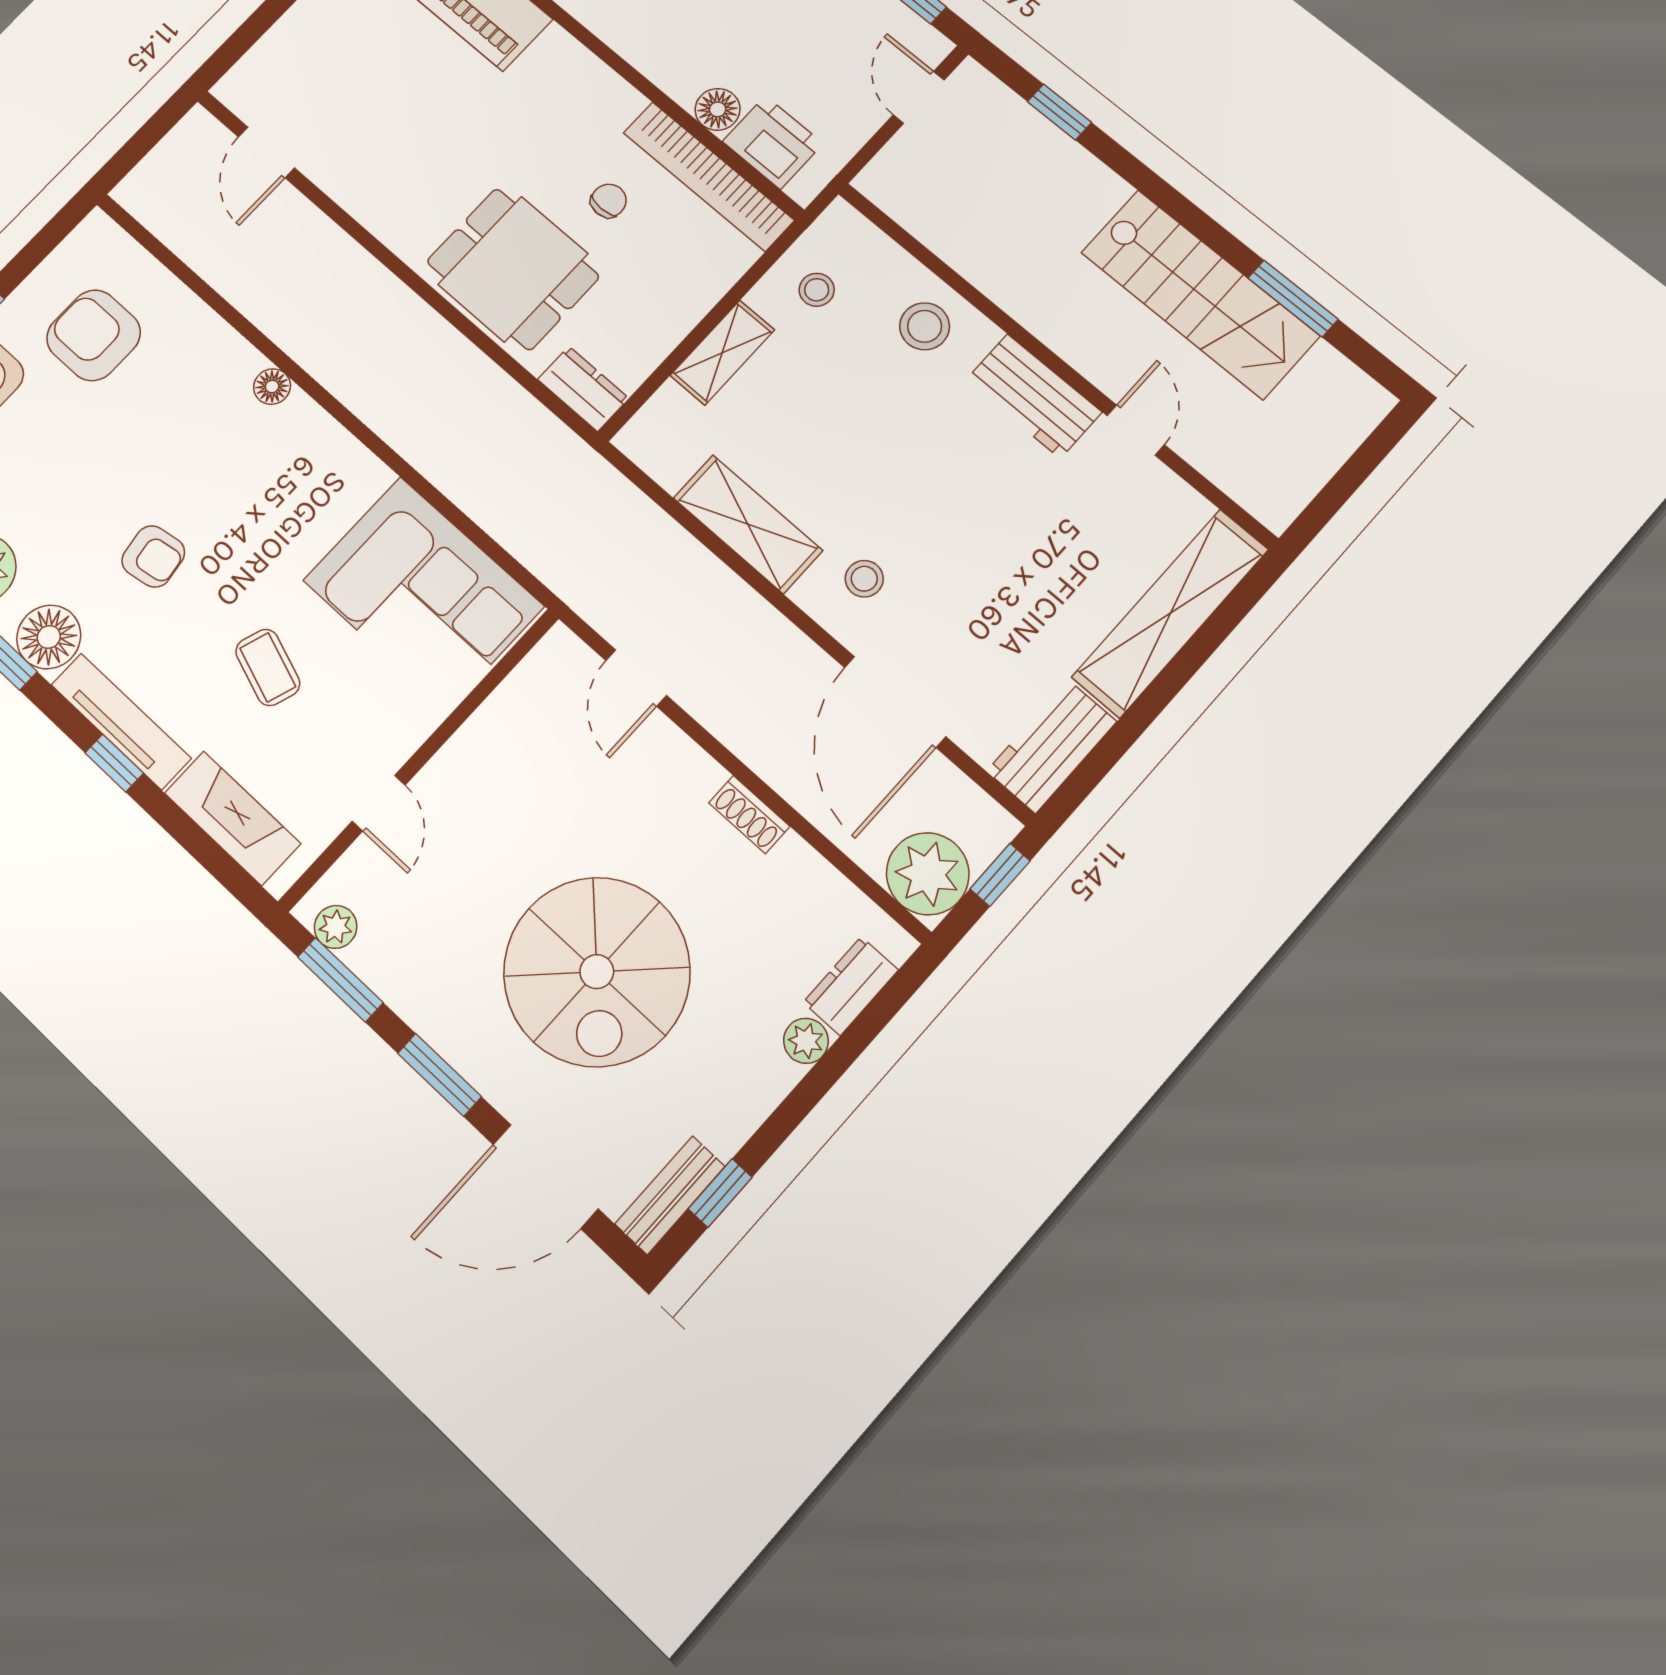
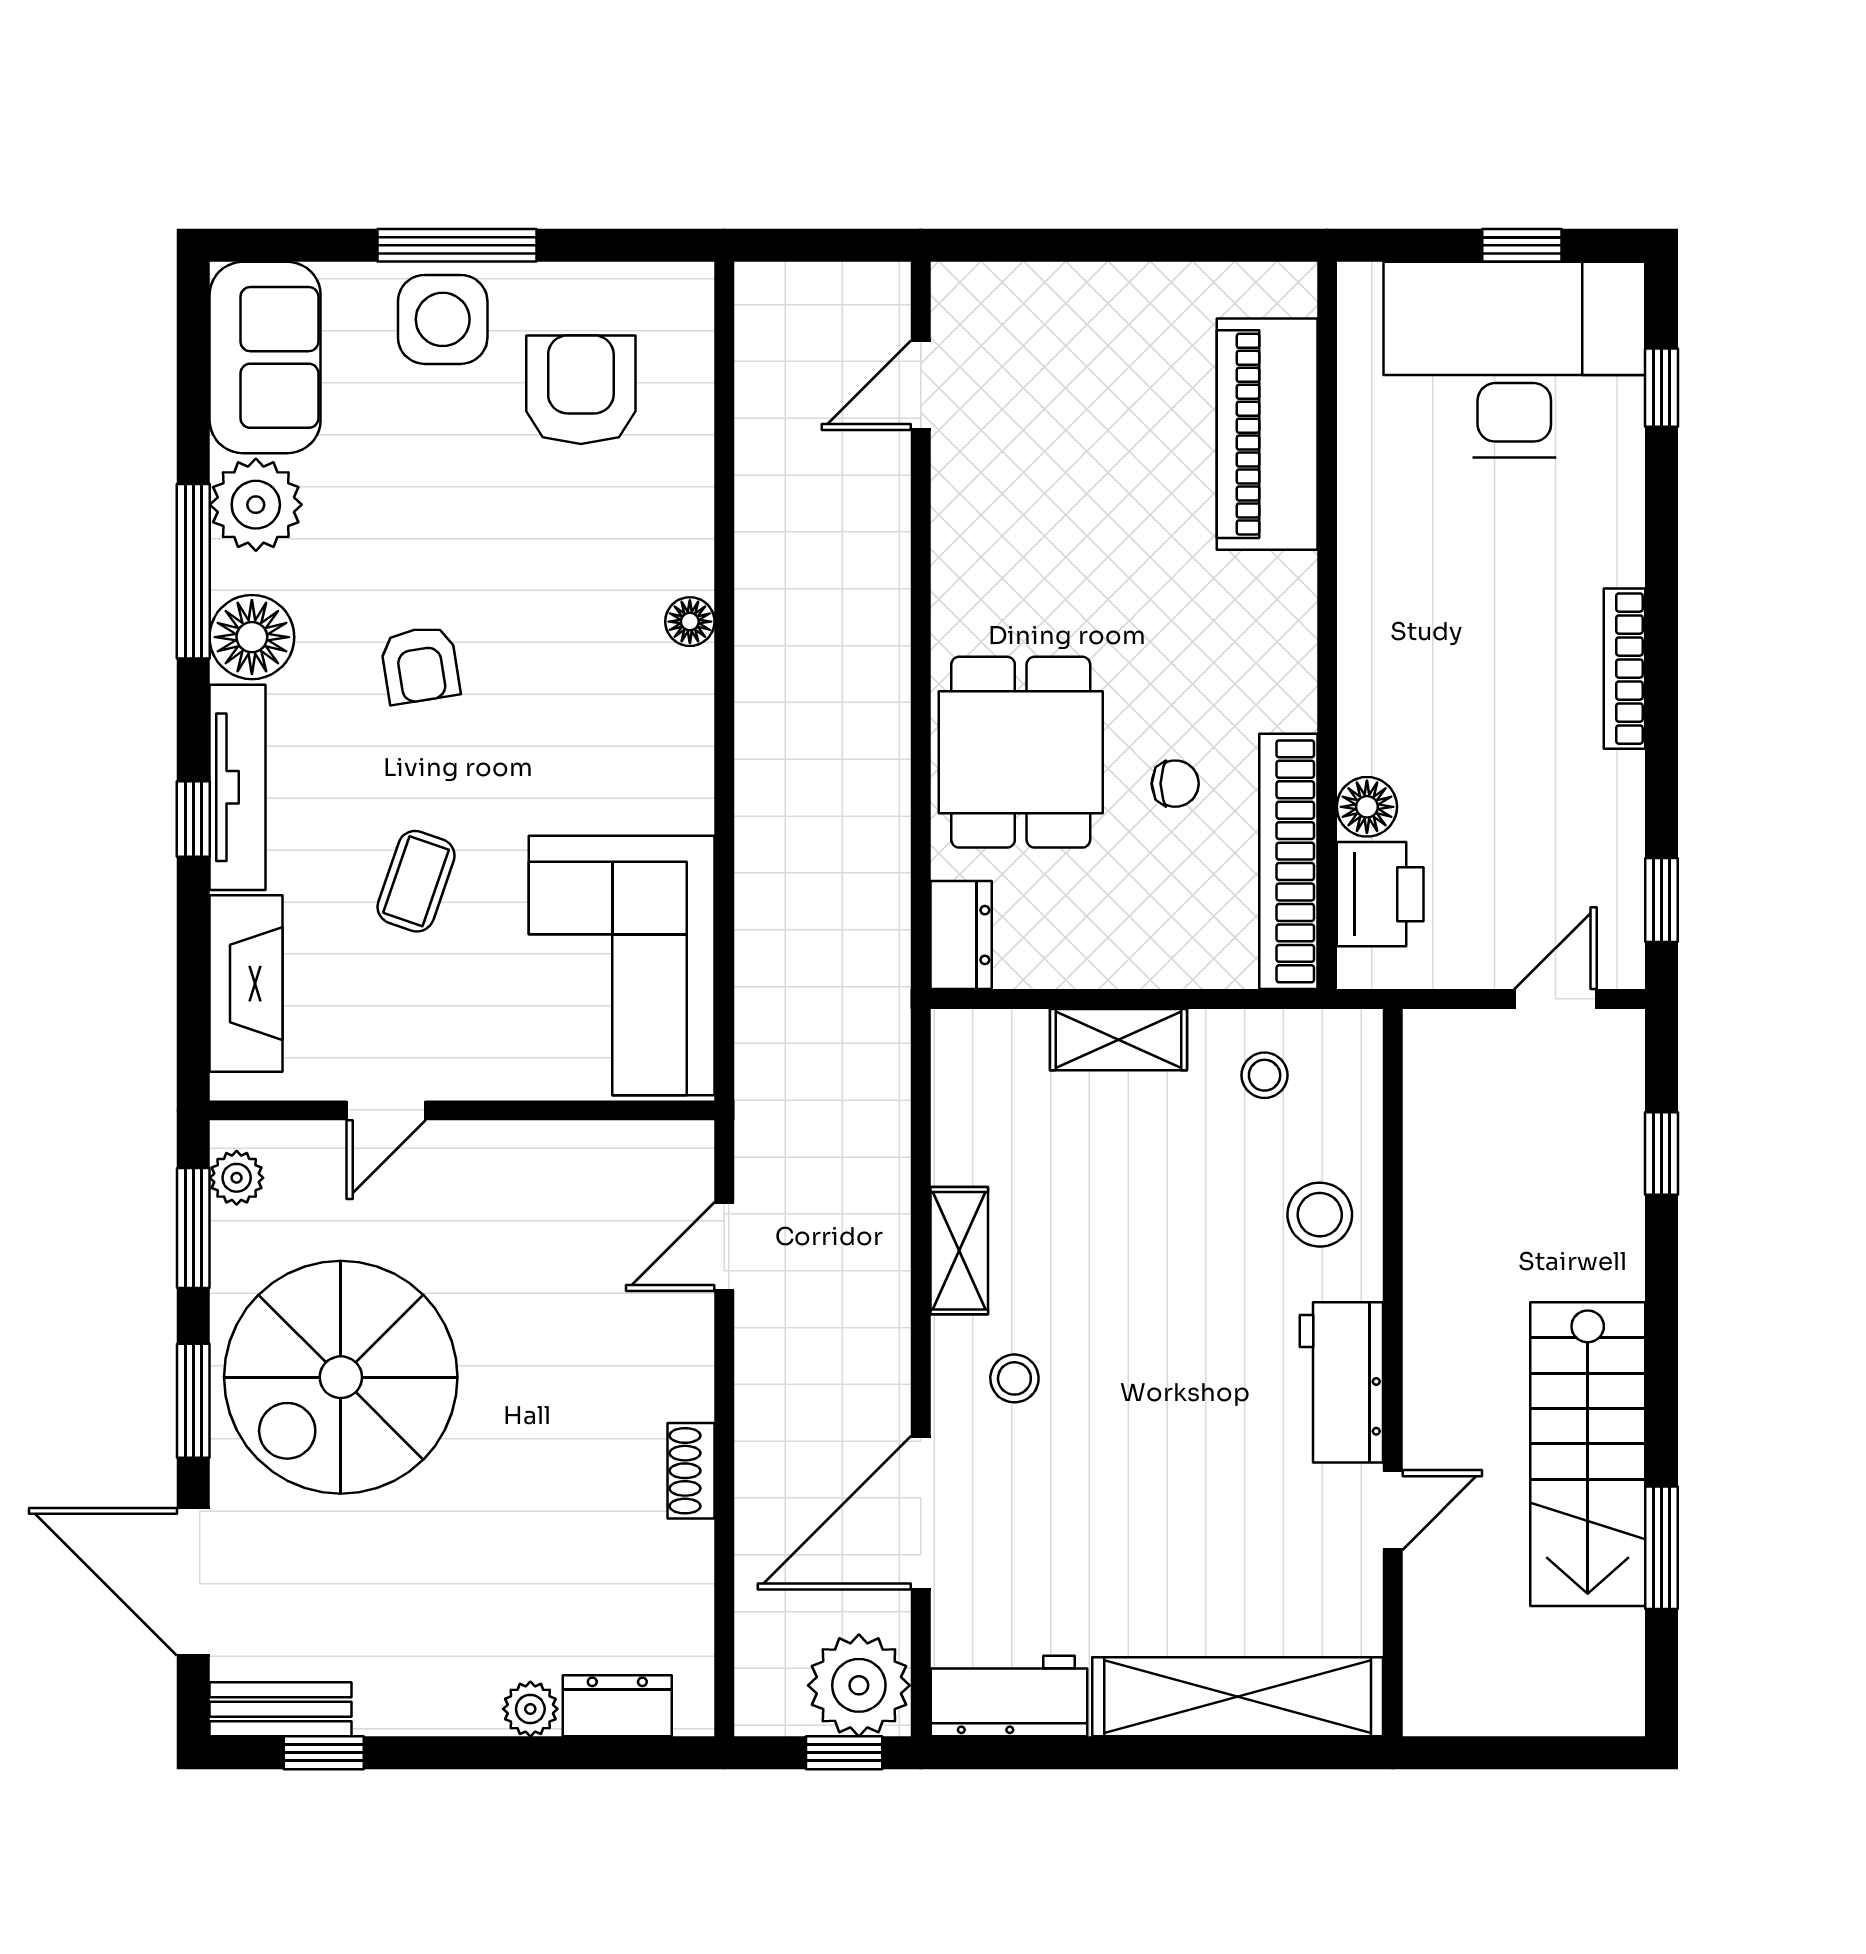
shelving: (748, 524) -> (959, 1251), width x0.67, depth x0.75
plant: (928, 874) -> (859, 1685), moved
spiral stairs: (597, 972) -> (341, 1377), moved

